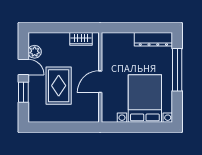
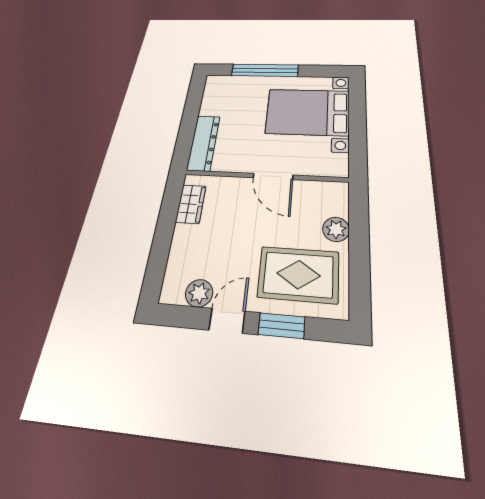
dresser: (153, 39) -> (204, 143), moved
rug: (59, 86) -> (298, 274), moved
plant: (72, 116) -> (336, 229), added

